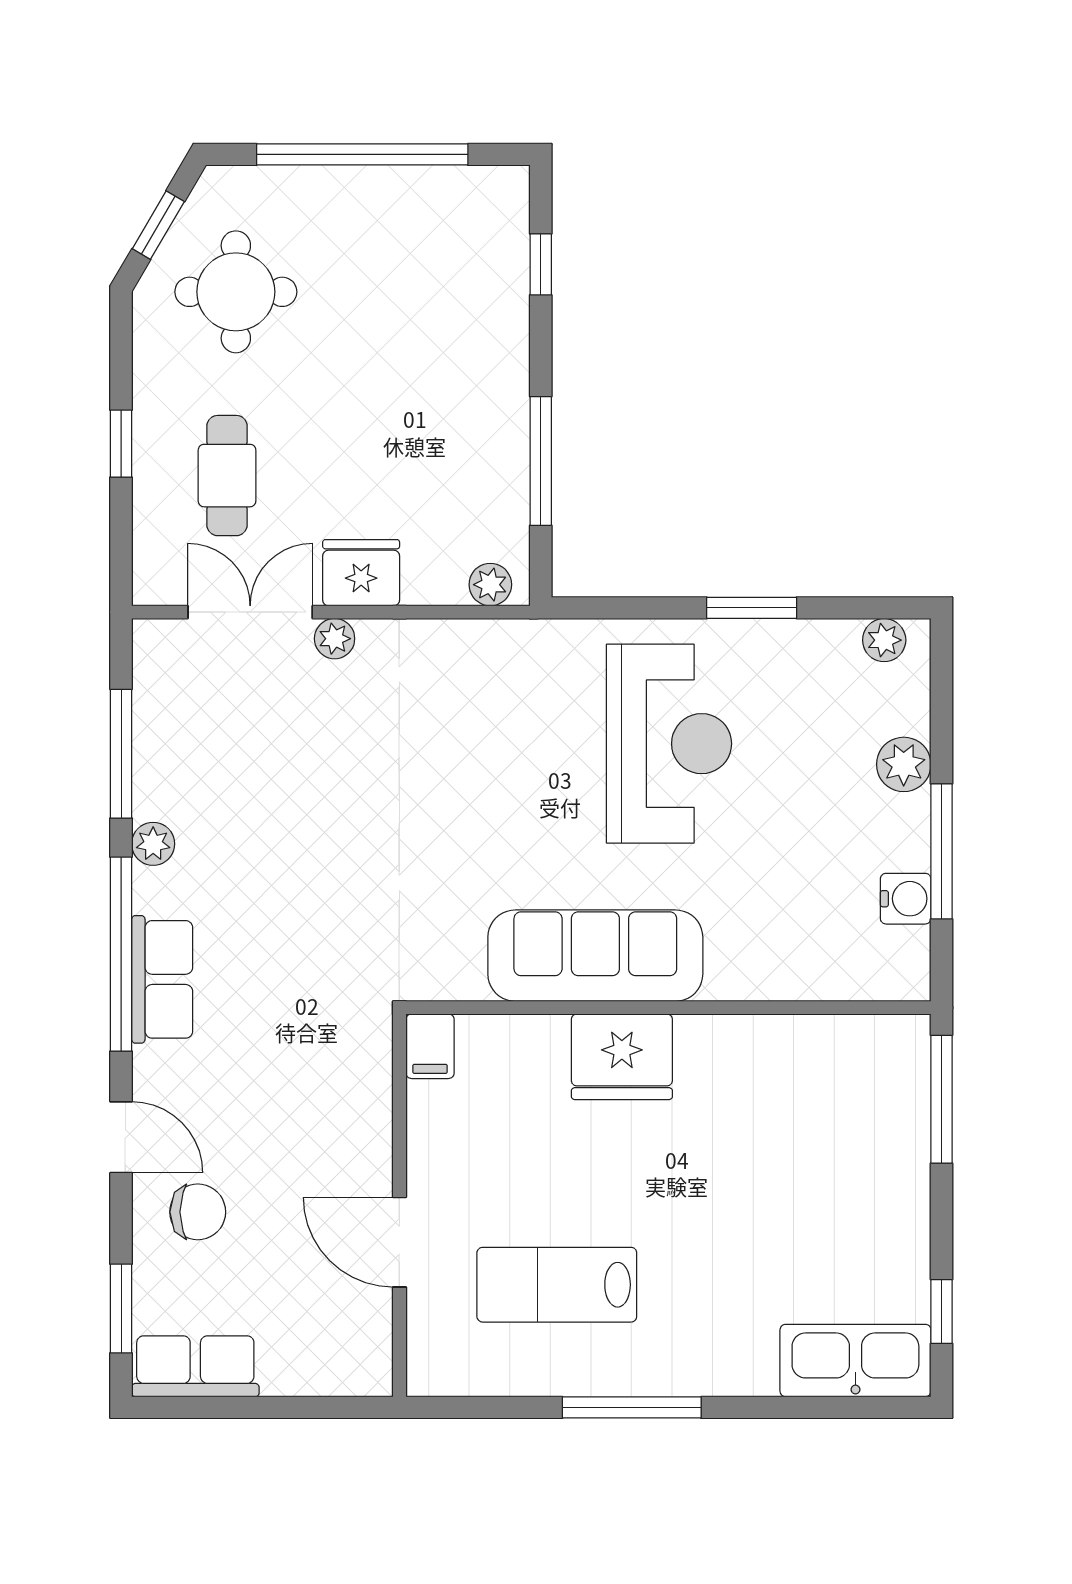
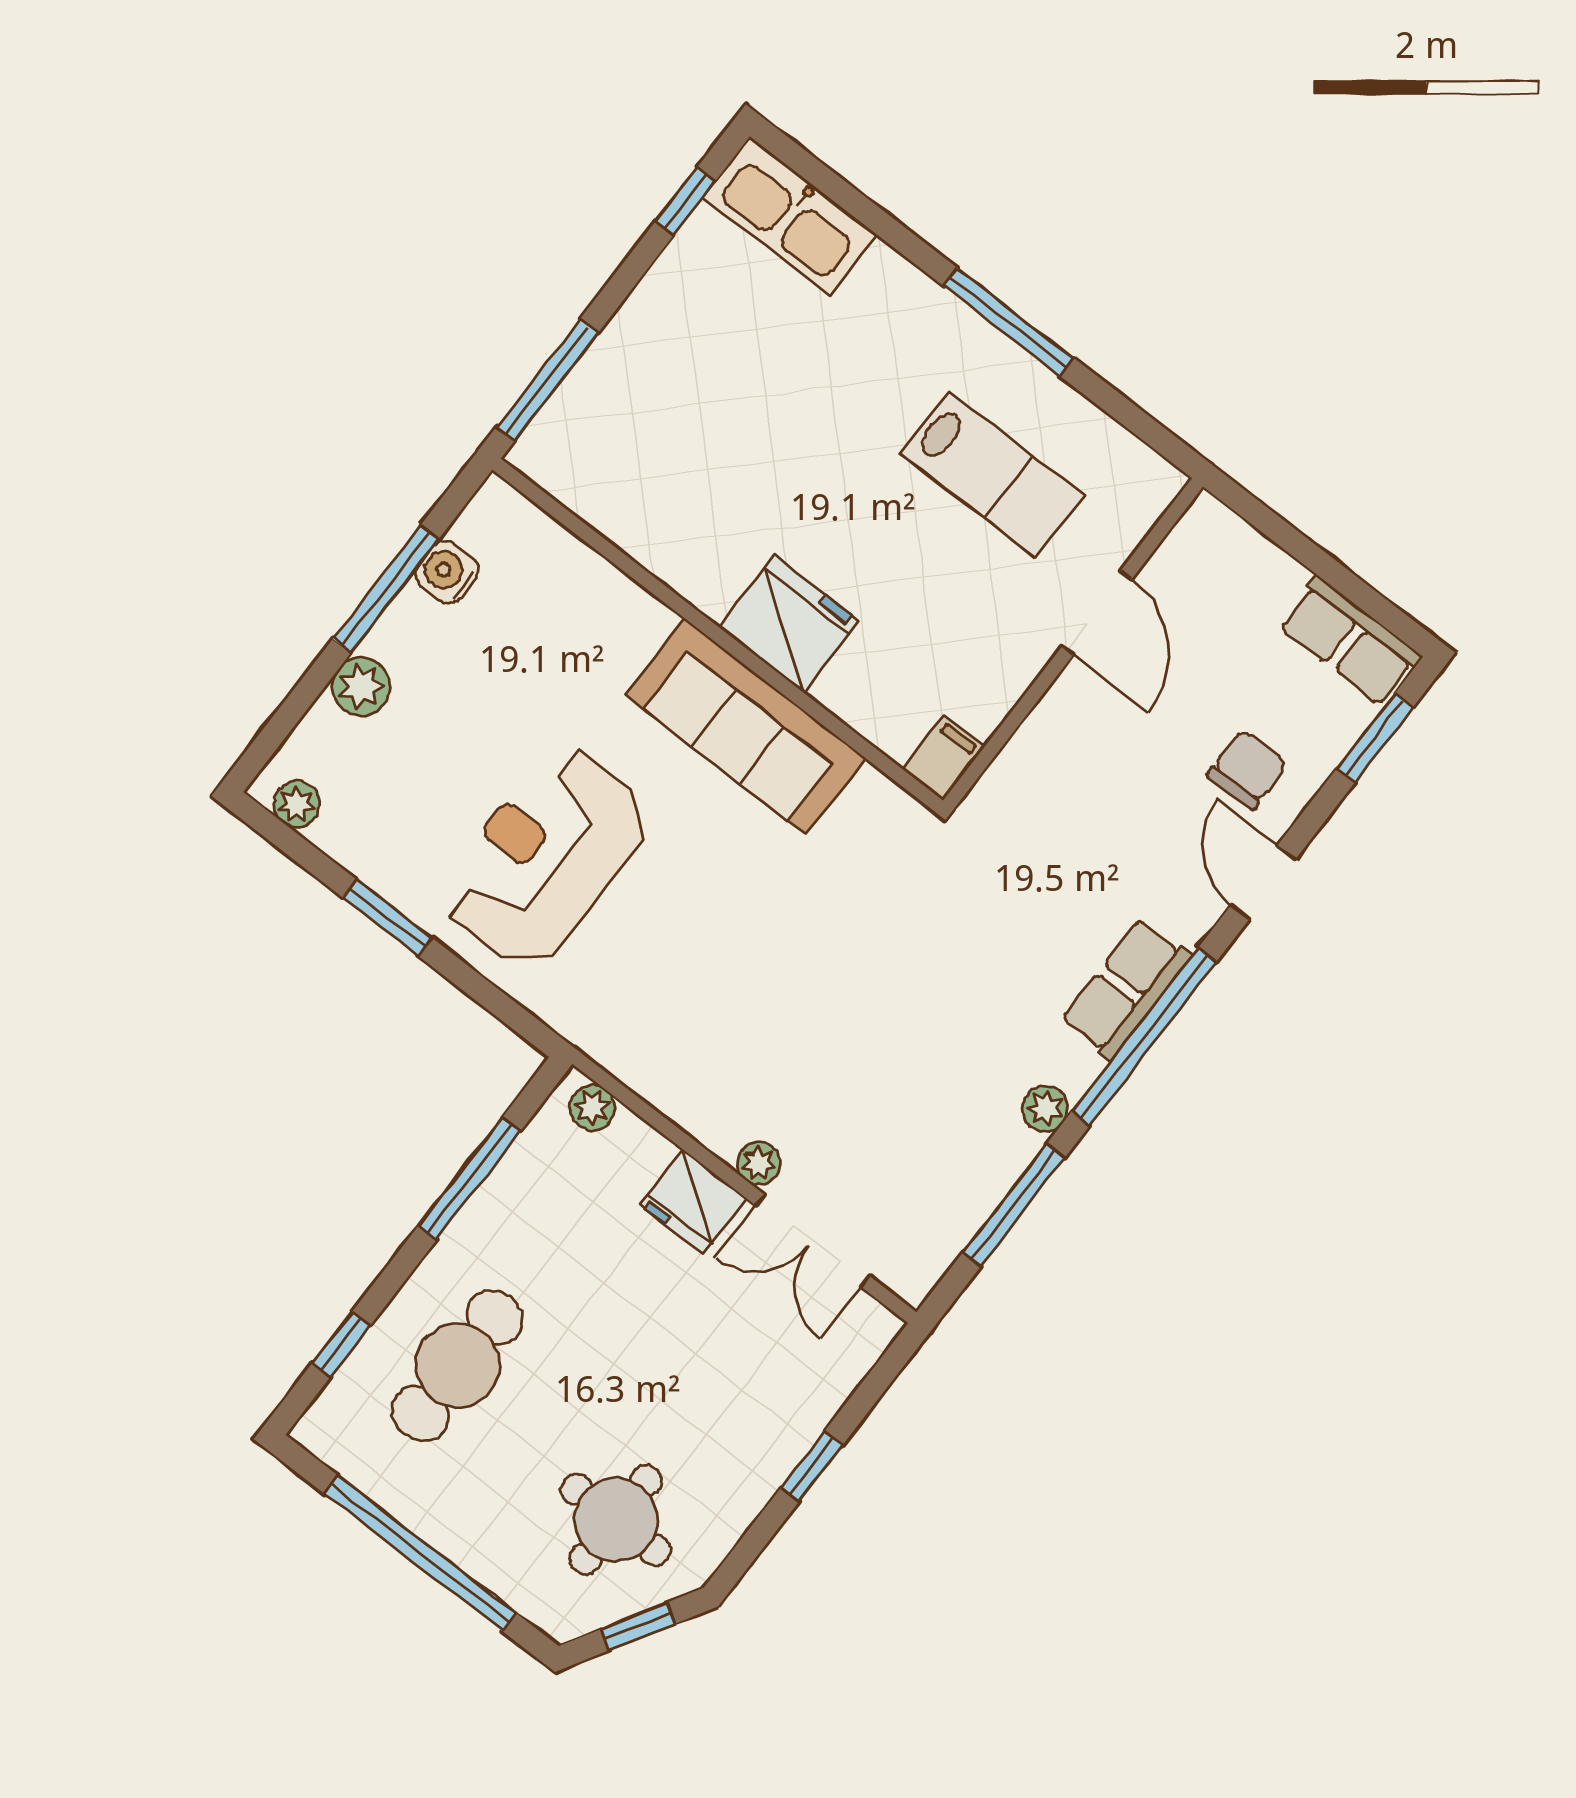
cafe table: (227, 476) -> (458, 1365), moved, width x1.37, depth x1.35
chair: (198, 1212) -> (1247, 769), turned 90

